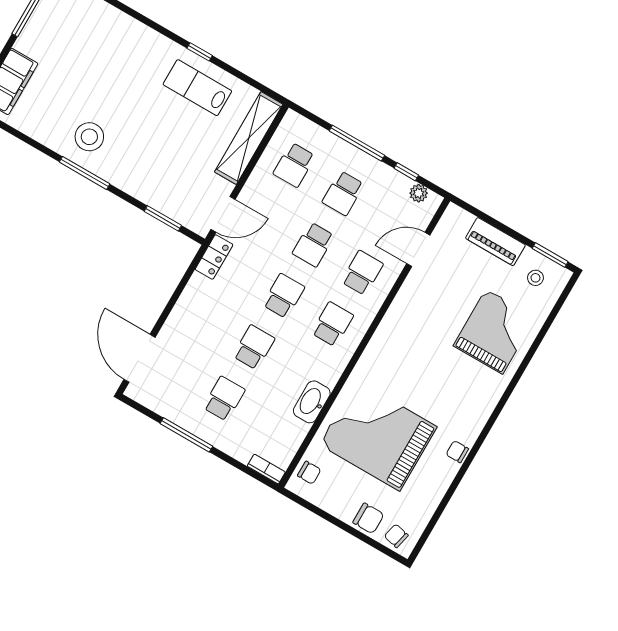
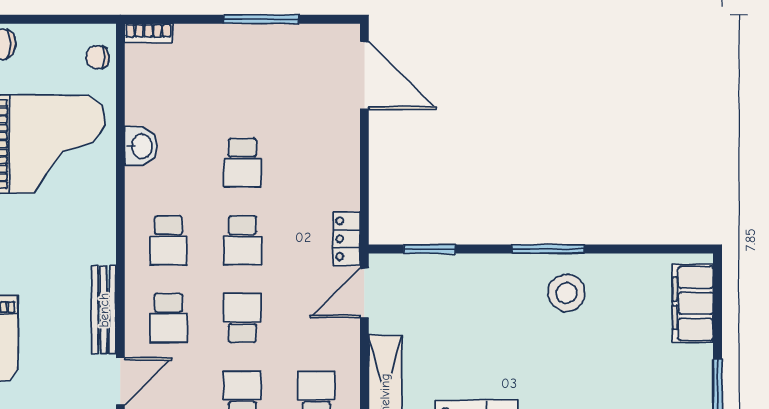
bench: (402, 303) -> (104, 310), added
school desk: (224, 399) -> (242, 85), removed
washbasin: (312, 402) -> (141, 146), width x0.72

